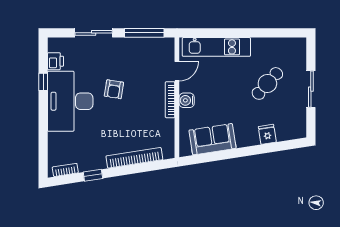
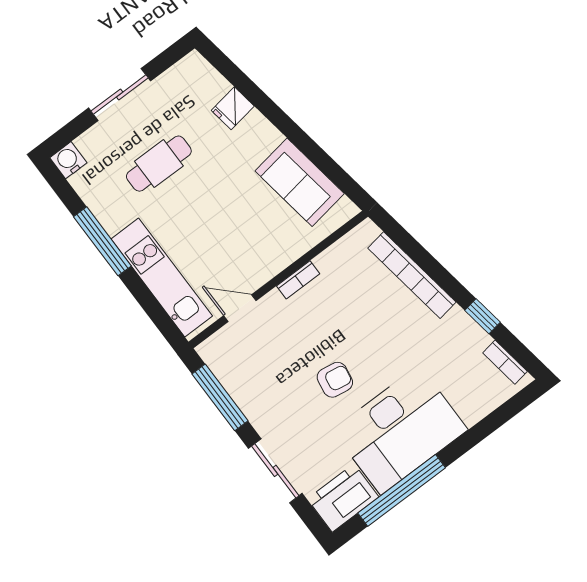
window: (252, 33) -> (102, 241), added
printer: (55, 61) -> (343, 498), width x1.87, depth x1.48
window: (43, 82) -> (402, 490), width x3.17
cafe table: (267, 83) -> (159, 164), turned -42
bookcase: (170, 100) -> (298, 280), width x0.64
water cooler: (187, 100) -> (68, 160), moved, turned 180

